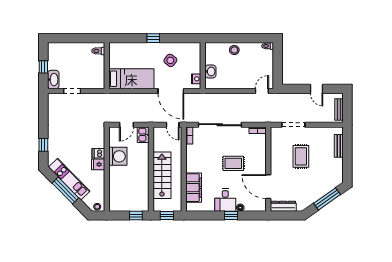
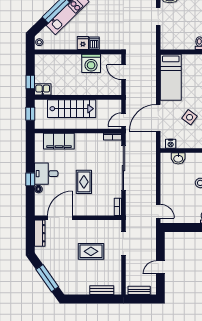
kitchen sink: (143, 135) -> (43, 89), moved

